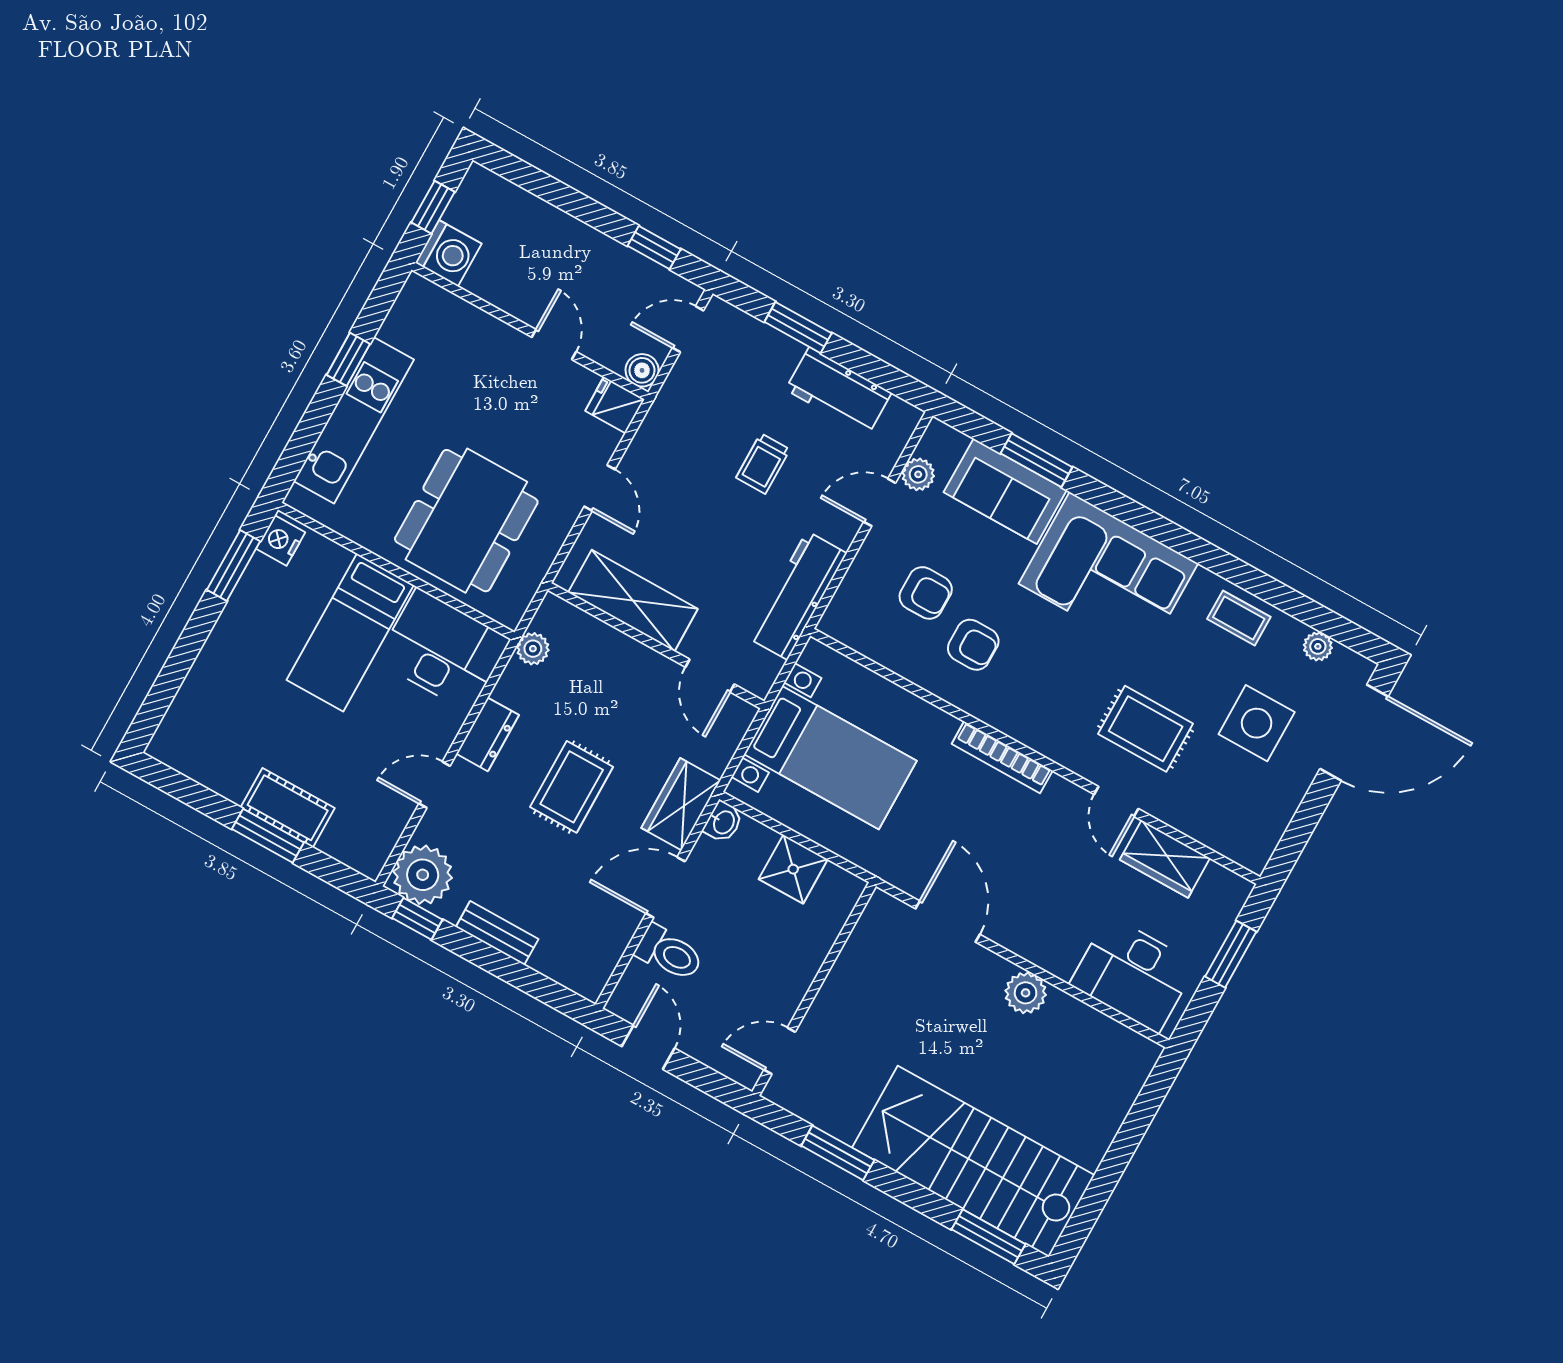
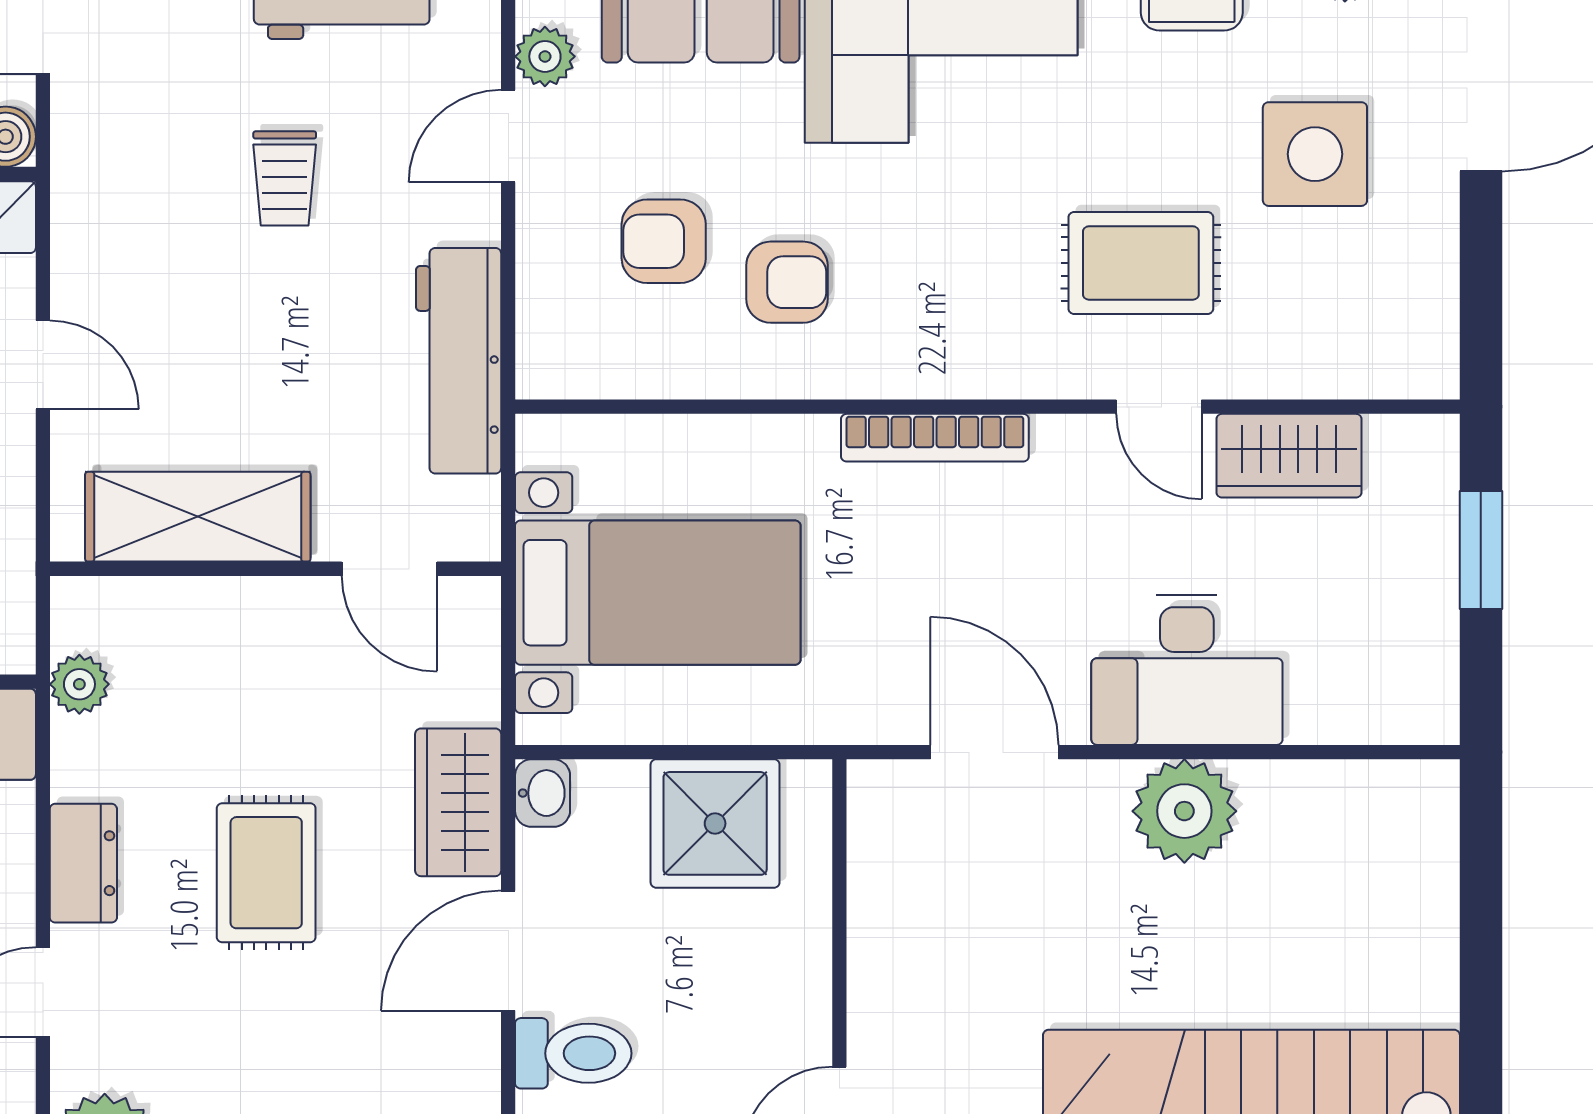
armchair: (926, 593) -> (664, 241), turned 180
shower: (793, 869) -> (715, 823), width x1.36, depth x1.36
desk: (1133, 974) -> (1187, 670), moved
plant: (1026, 993) -> (1184, 811), width x1.36, depth x1.36

